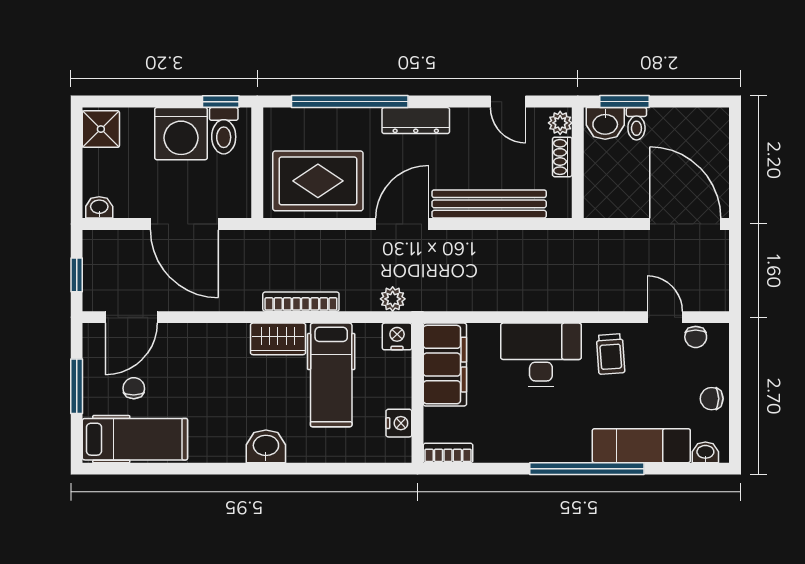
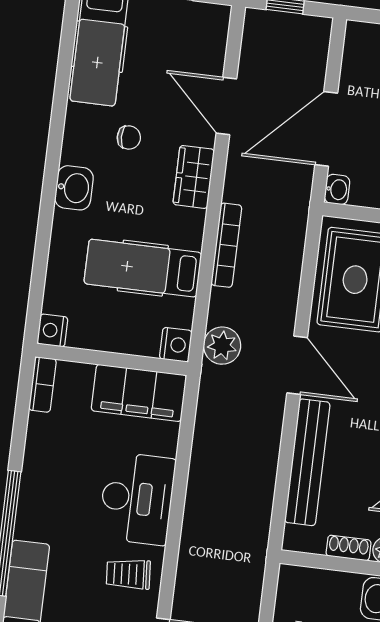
washbasin: (99, 207) -> (337, 189), moved
plant: (393, 299) -> (222, 346), width x1.38, depth x1.38
door: (131, 317) -> (226, 106), moved
wardrobe: (278, 339) -> (194, 177), moved
chair: (134, 388) -> (129, 137), moved
nightstand: (399, 423) -> (52, 330), moved, turned 90

